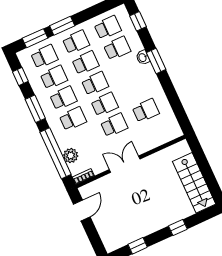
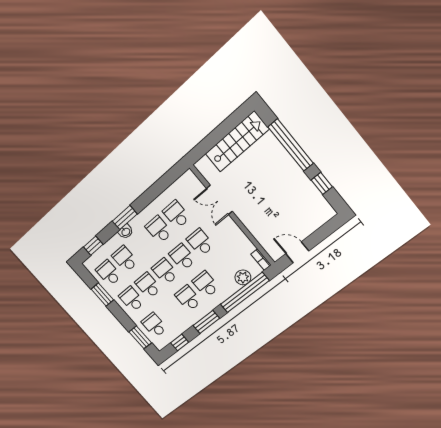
window: (62, 26) -> (102, 295), moved
school desk: (54, 77) -> (159, 230), moved
double door: (125, 164) -> (219, 200), moved
window: (178, 227) -> (291, 145), width x3.17

